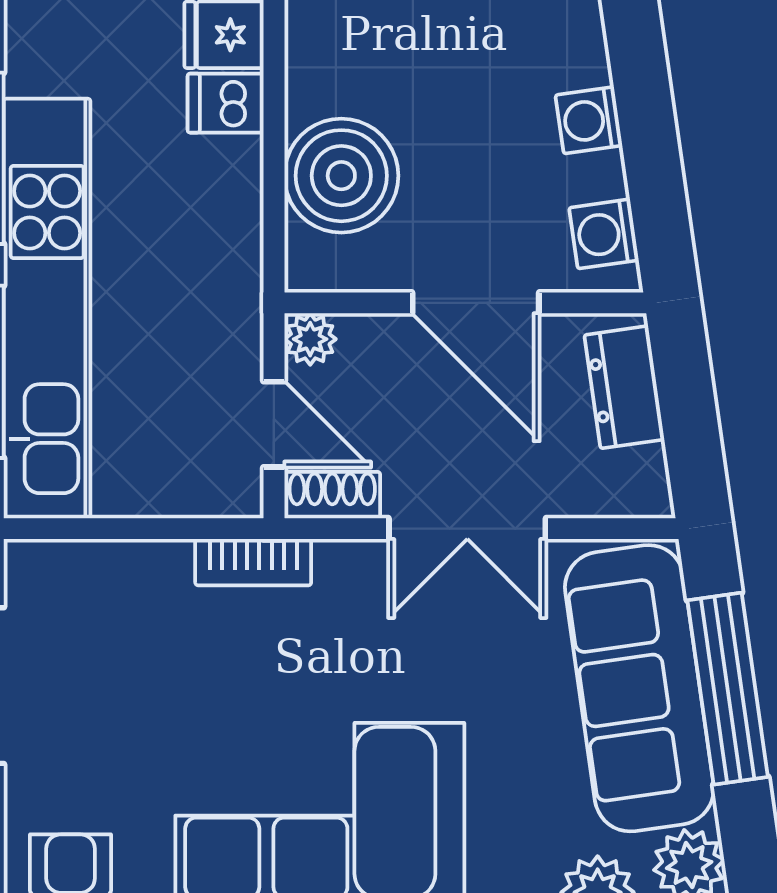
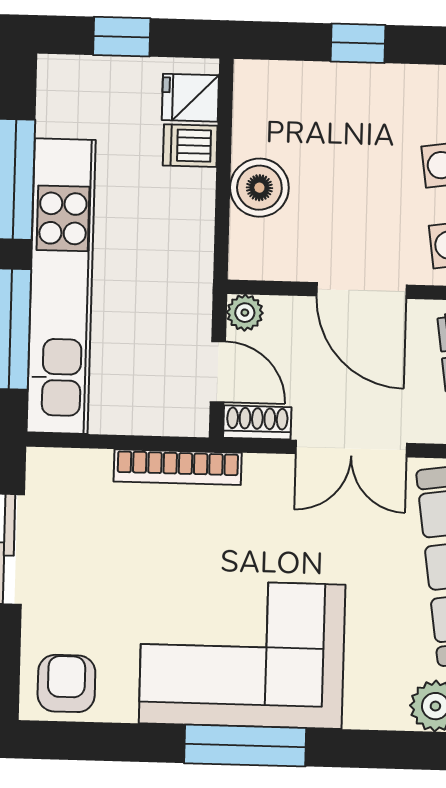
boiler: (341, 176) -> (259, 188), width x0.73, depth x0.73
bookcase: (253, 562) -> (178, 467), width x1.56

